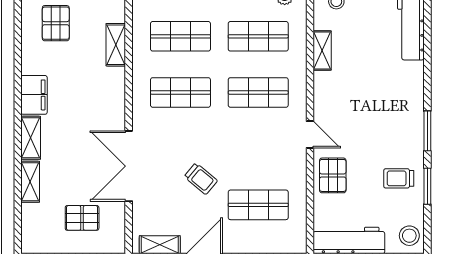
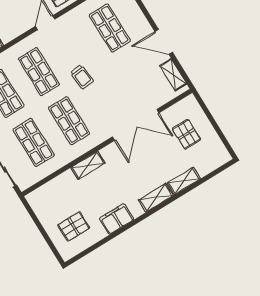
shelving: (116, 45) -> (88, 165), moved
filing cabinet: (34, 95) -> (117, 219), moved
trolley: (201, 179) -> (82, 77), moved, turned 134

